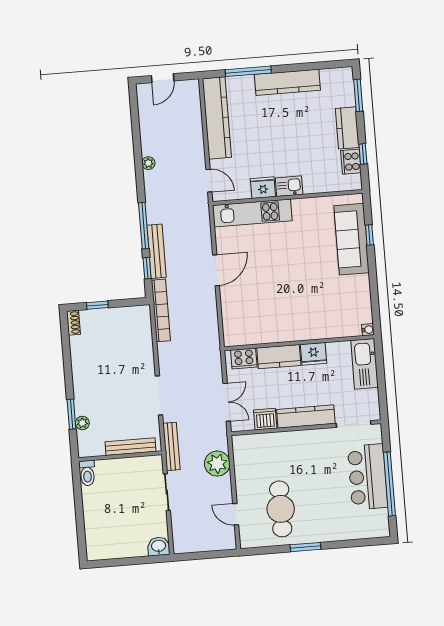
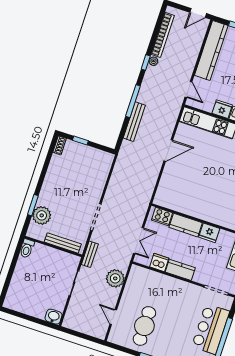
door: (163, 78) -> (198, 13), moved
window: (147, 268) -> (146, 62), moved
bookcase: (161, 310) -> (163, 35), moved
kitchen counter: (306, 417) -> (180, 270), width x0.67
plant: (82, 423) -> (42, 215), width x1.88, depth x1.88
bench: (171, 446) -> (90, 254), width x0.73

